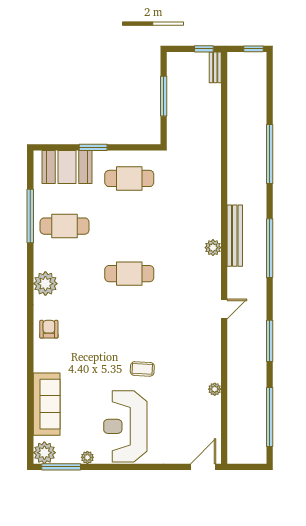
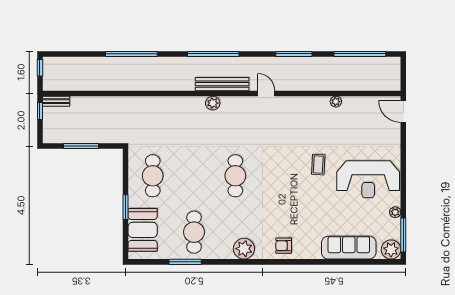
window: (30, 216) -> (185, 262), width x0.68
bench: (235, 236) -> (222, 84), moved

